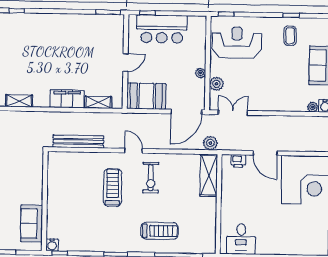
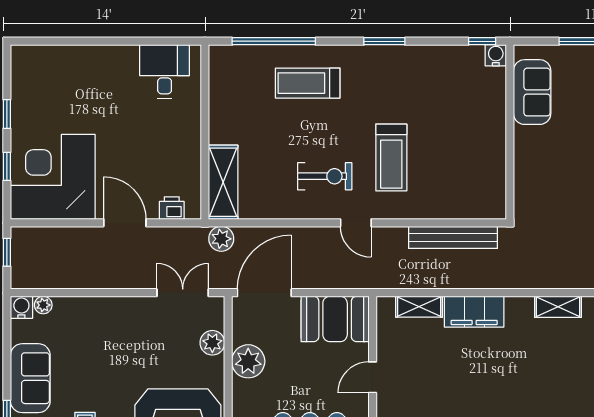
plant: (201, 73) -> (248, 361), width x1.87, depth x1.87
double door: (233, 113) -> (183, 293), swing flipped
exercise bike: (151, 178) -> (325, 176), turned 90

